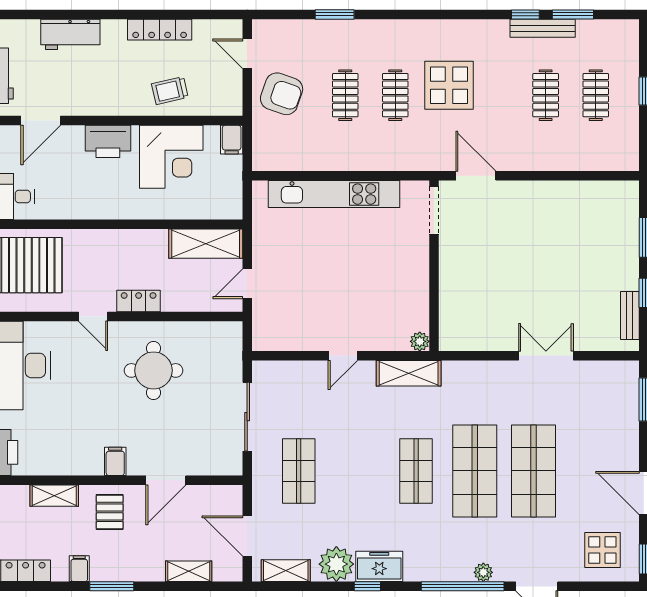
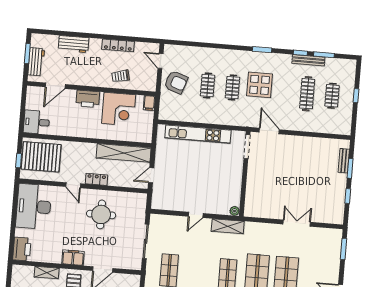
window: (335, 14) -> (262, 50), moved
clothes rail: (546, 95) -> (307, 94), width x1.36
shelving: (206, 244) -> (124, 153), width x1.47
bench: (630, 315) -> (344, 161), moved
filing cabinet: (115, 461) -> (73, 258), width x2.00

